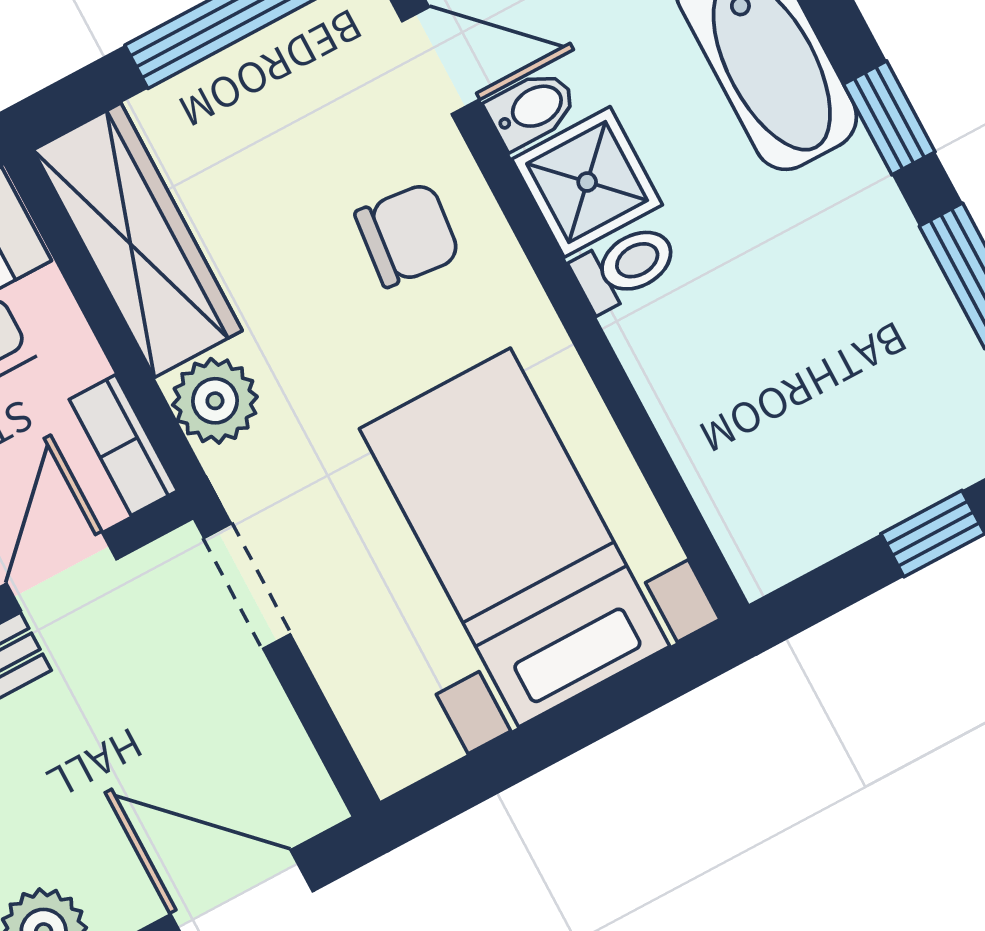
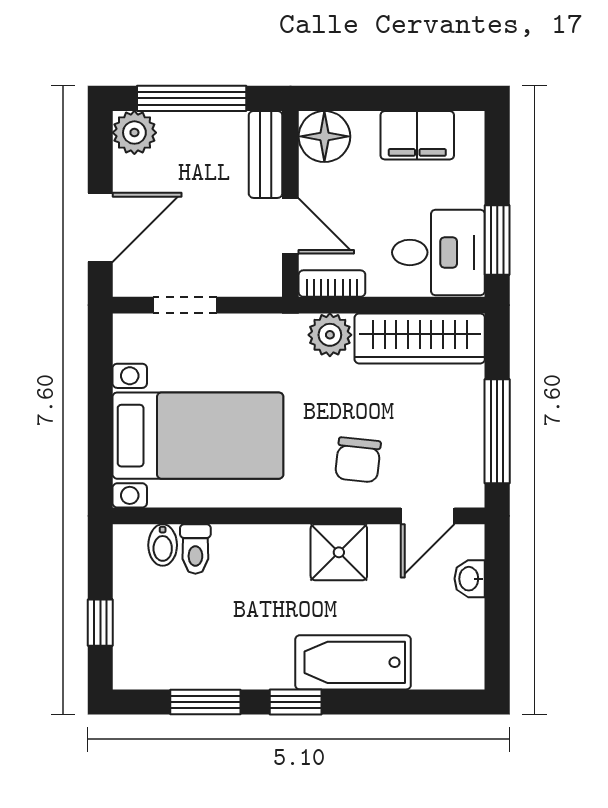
bidet: (532, 109) -> (163, 545), moved
toilet: (625, 267) -> (195, 549), moved
doorway: (247, 586) -> (185, 305), moved

